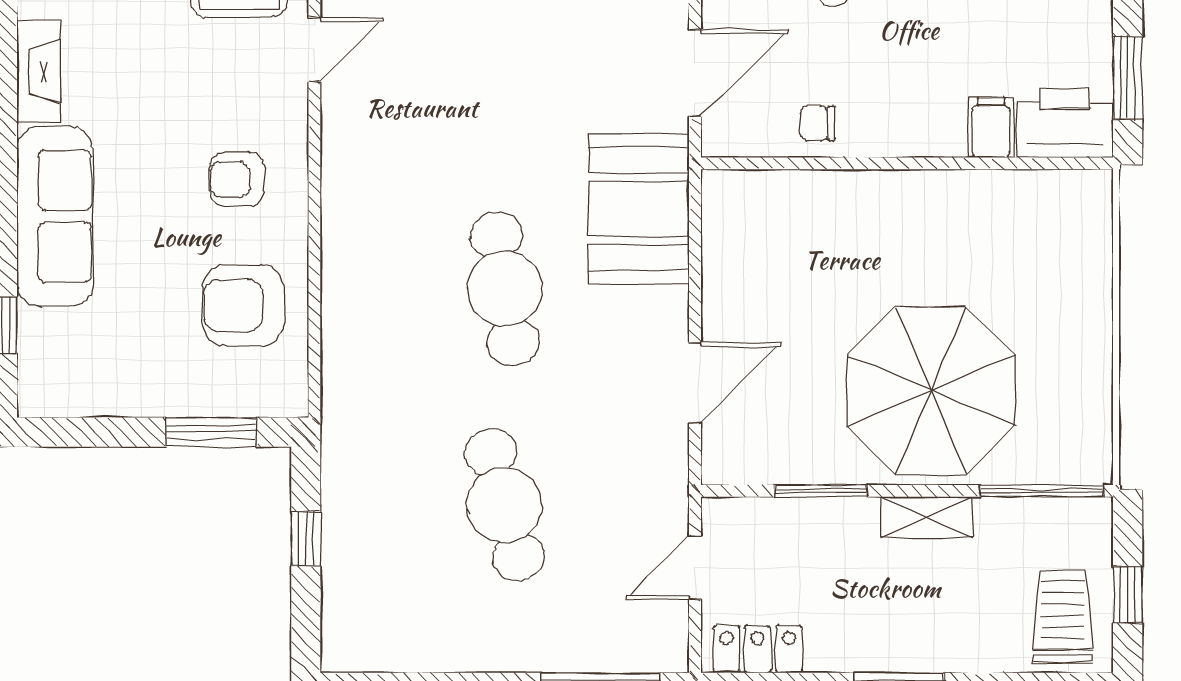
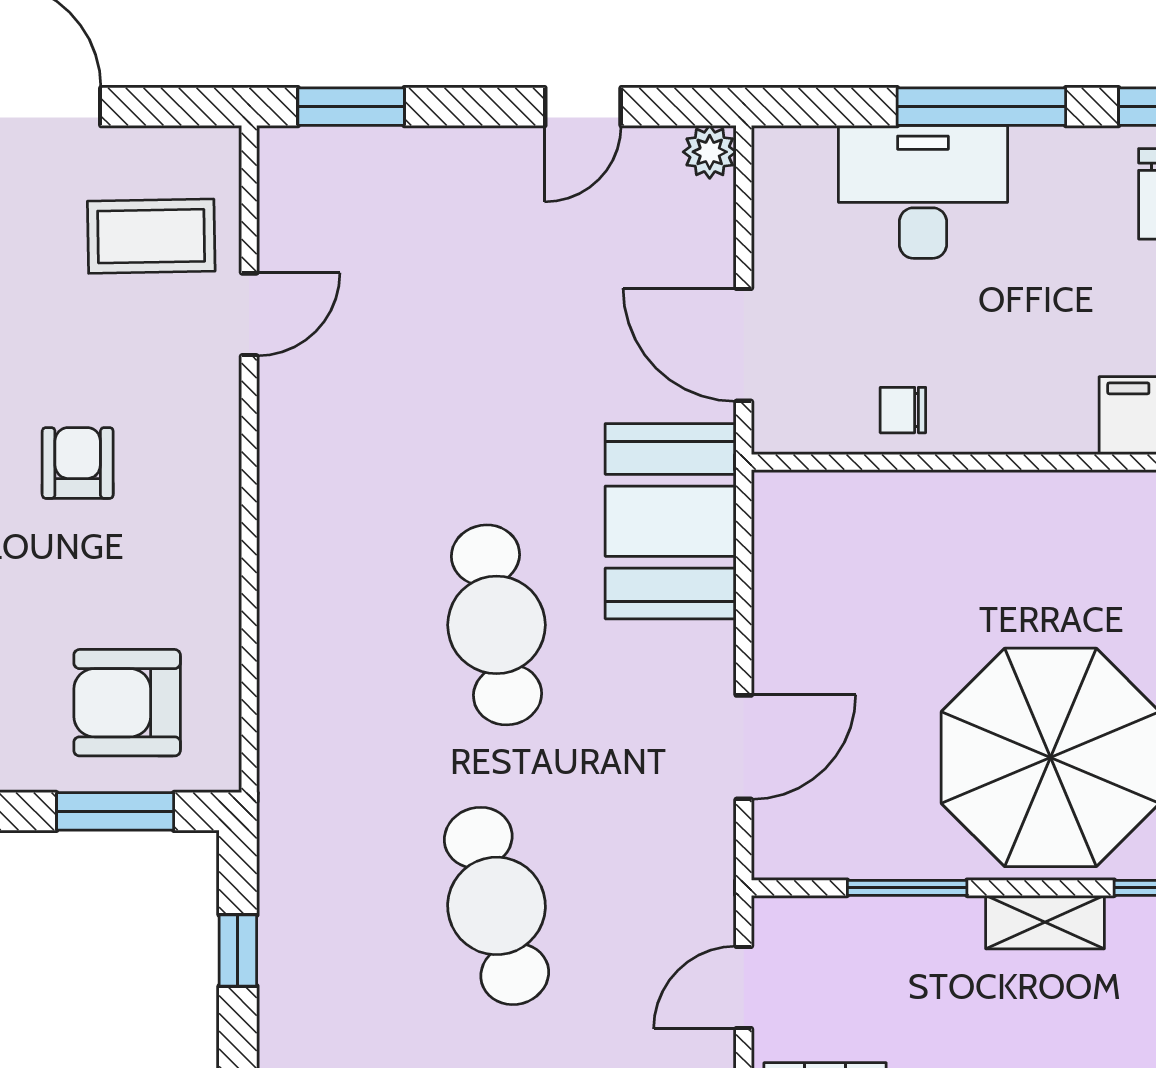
door: (695, 73) -> (744, 345), swing flipped
armchair: (237, 179) -> (78, 463), moved, turned 90
armchair: (243, 305) -> (127, 703), moved

